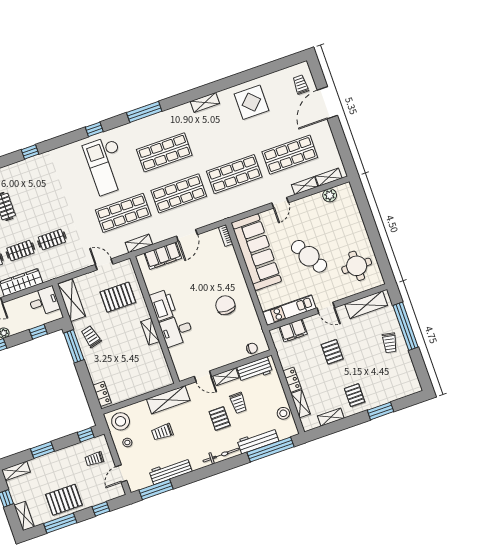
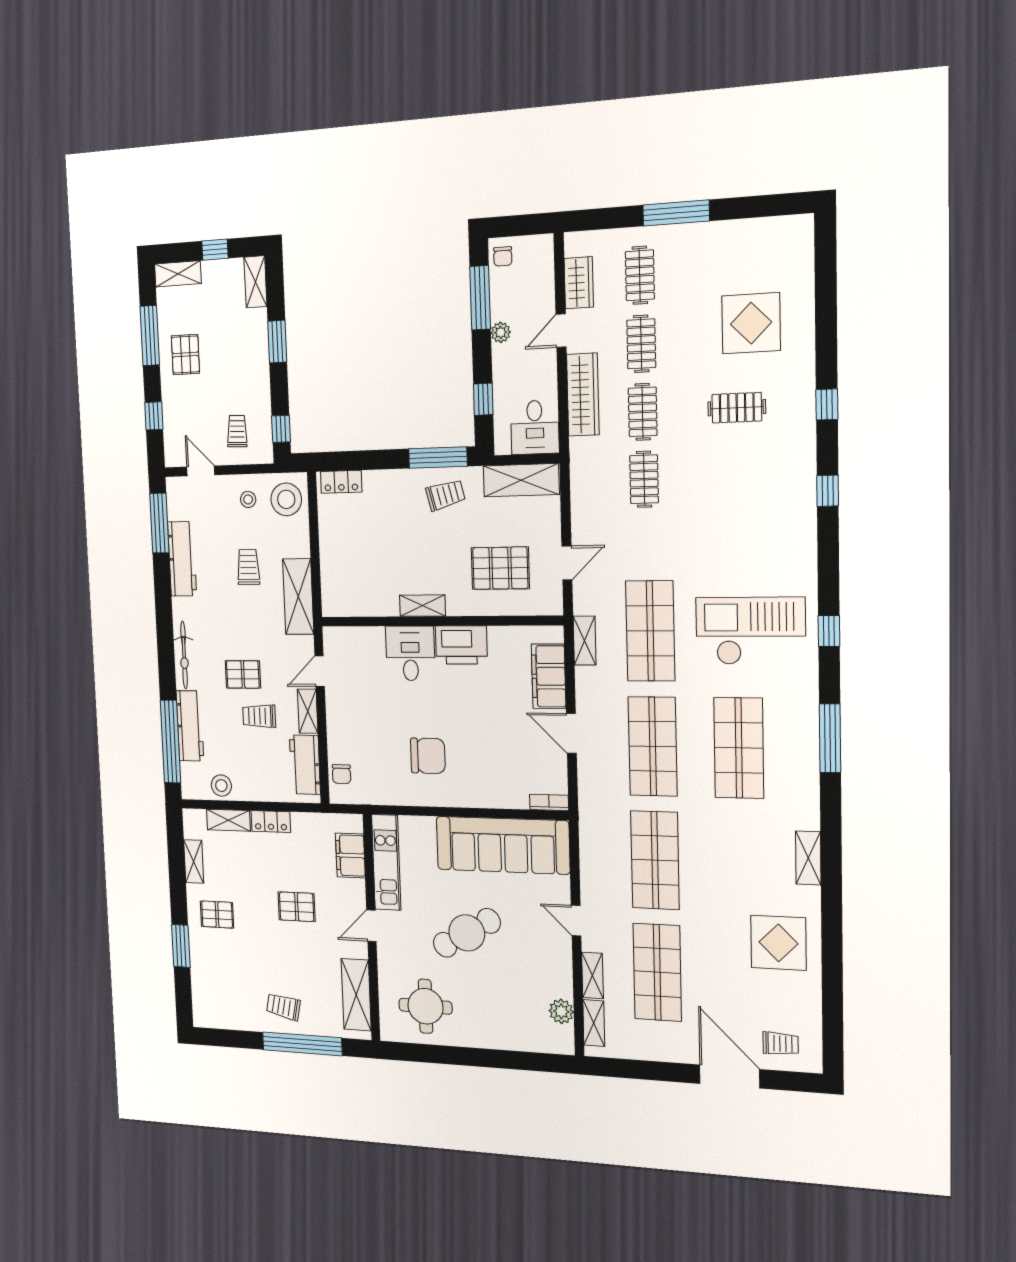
pallet: (118, 297) -> (500, 568), turned 90
pallet: (64, 500) -> (185, 355), width x0.67, depth x0.71

